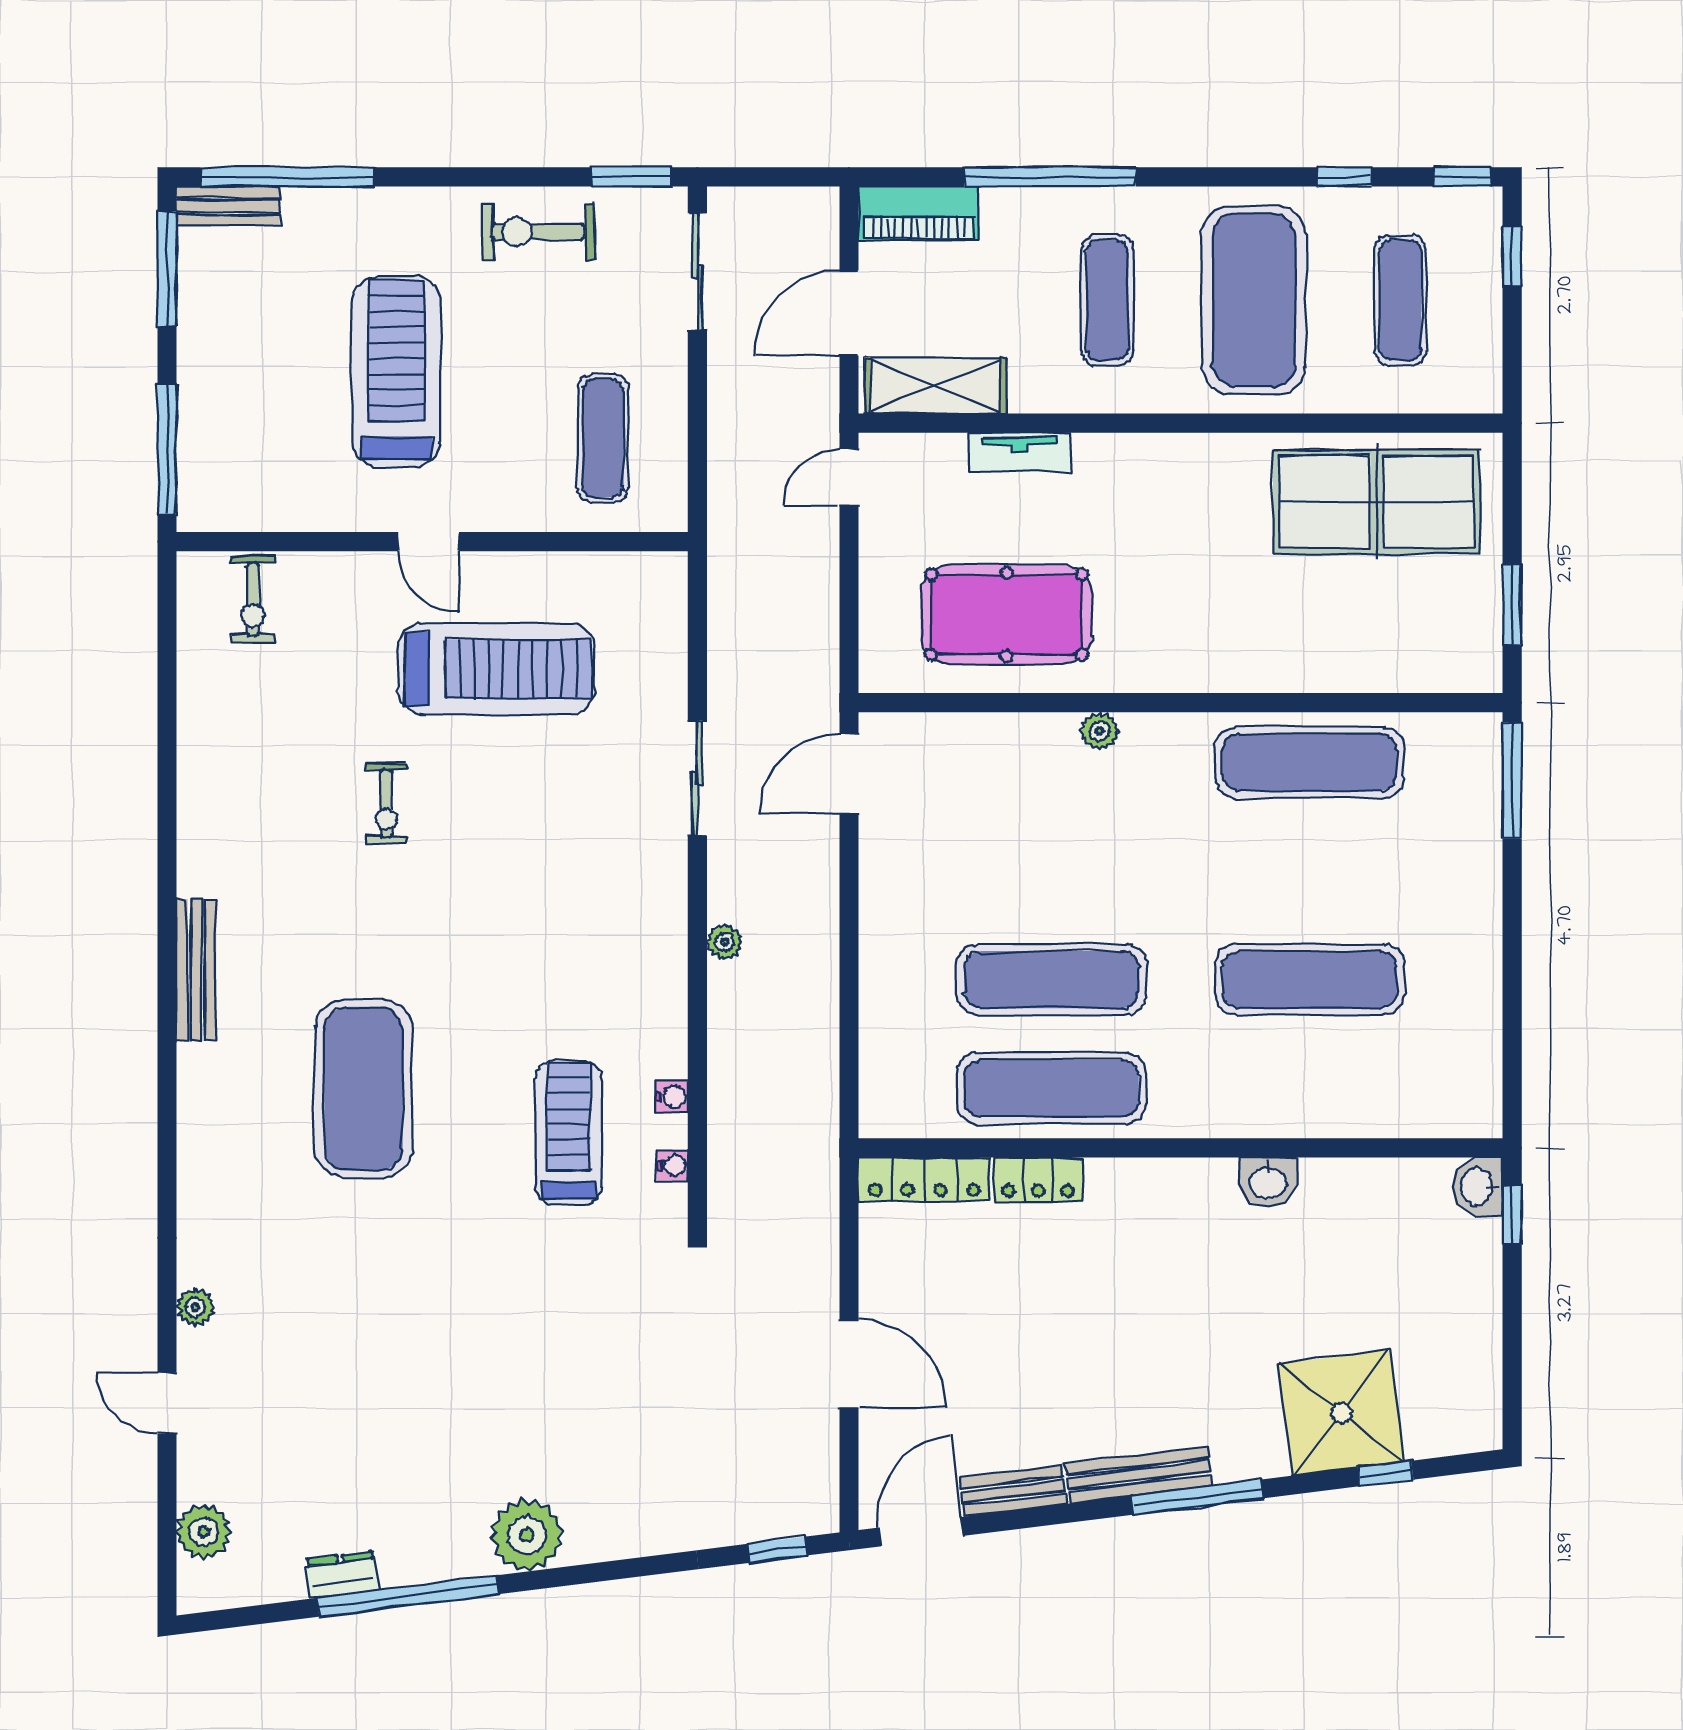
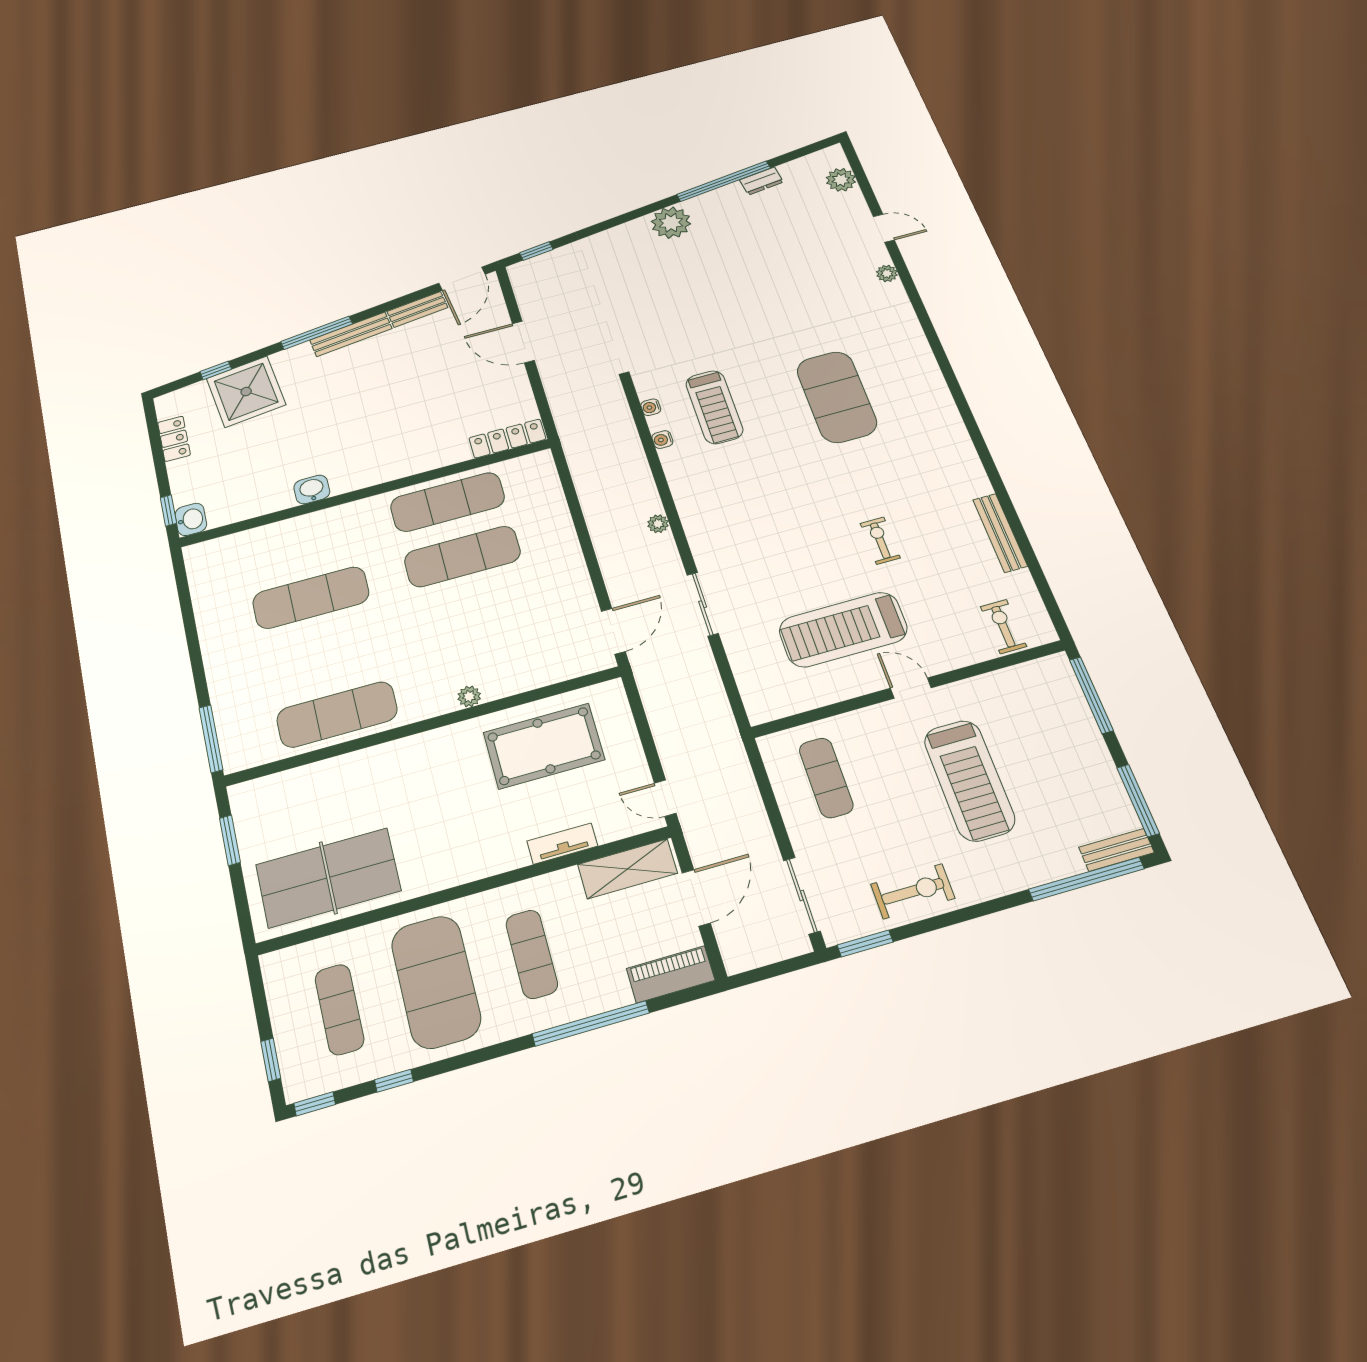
door: (849, 477) -> (665, 798), swing flipped
bench: (196, 970) -> (1000, 533), moved
locker: (1038, 1180) -> (174, 439), moved, turned 90

